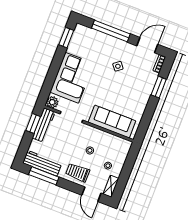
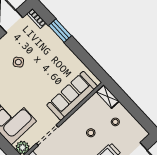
shelving: (111, 186) -> (108, 97), moved

